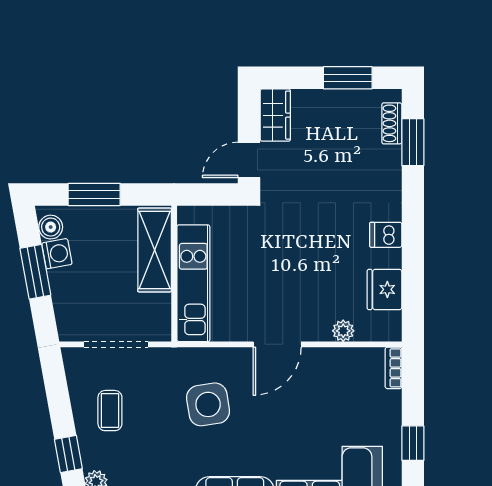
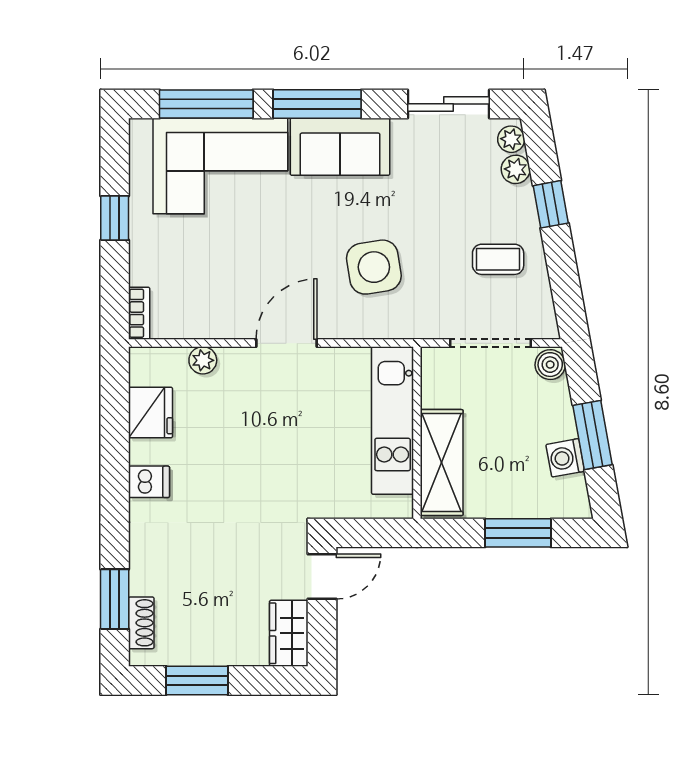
boiler: (51, 227) -> (550, 365), moved
coffee table: (110, 411) -> (498, 259), turned 90

